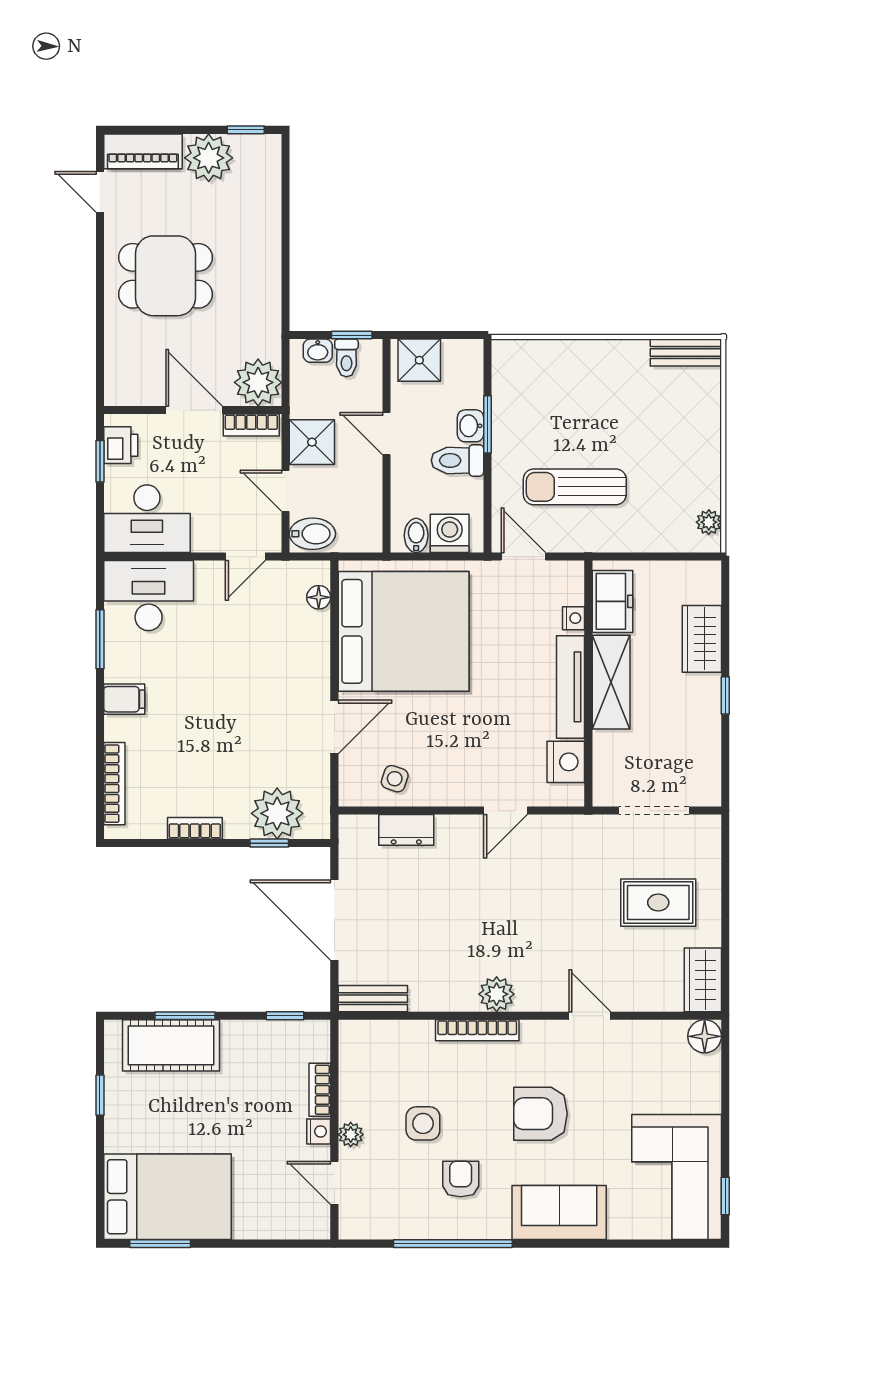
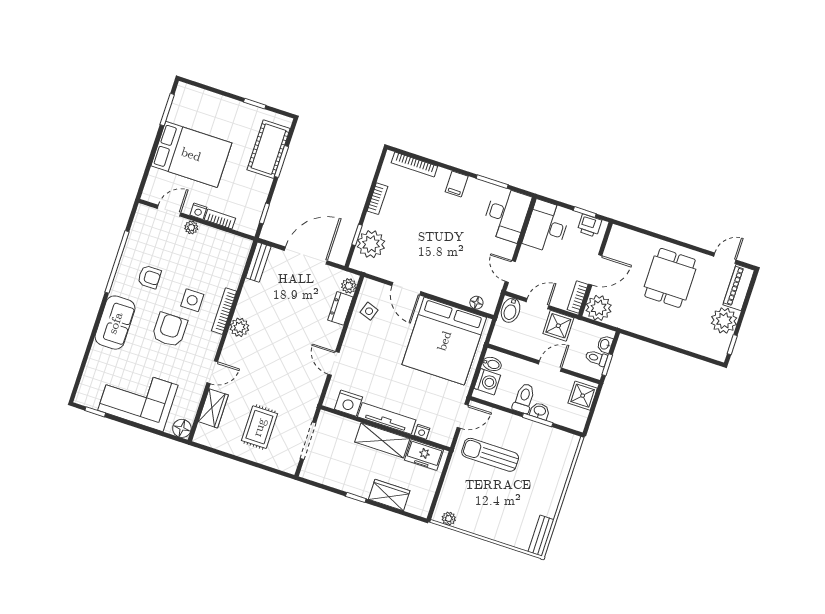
sun lounger: (575, 487) -> (490, 455), turned -90
plant: (362, 828) -> (349, 286), added
wardrobe: (703, 980) -> (213, 408), moved, turned 90
side table: (423, 1123) -> (192, 300), moved
corner sofa: (677, 1177) -> (138, 398), moved
bed: (167, 1197) -> (191, 154), moved, turned -90

